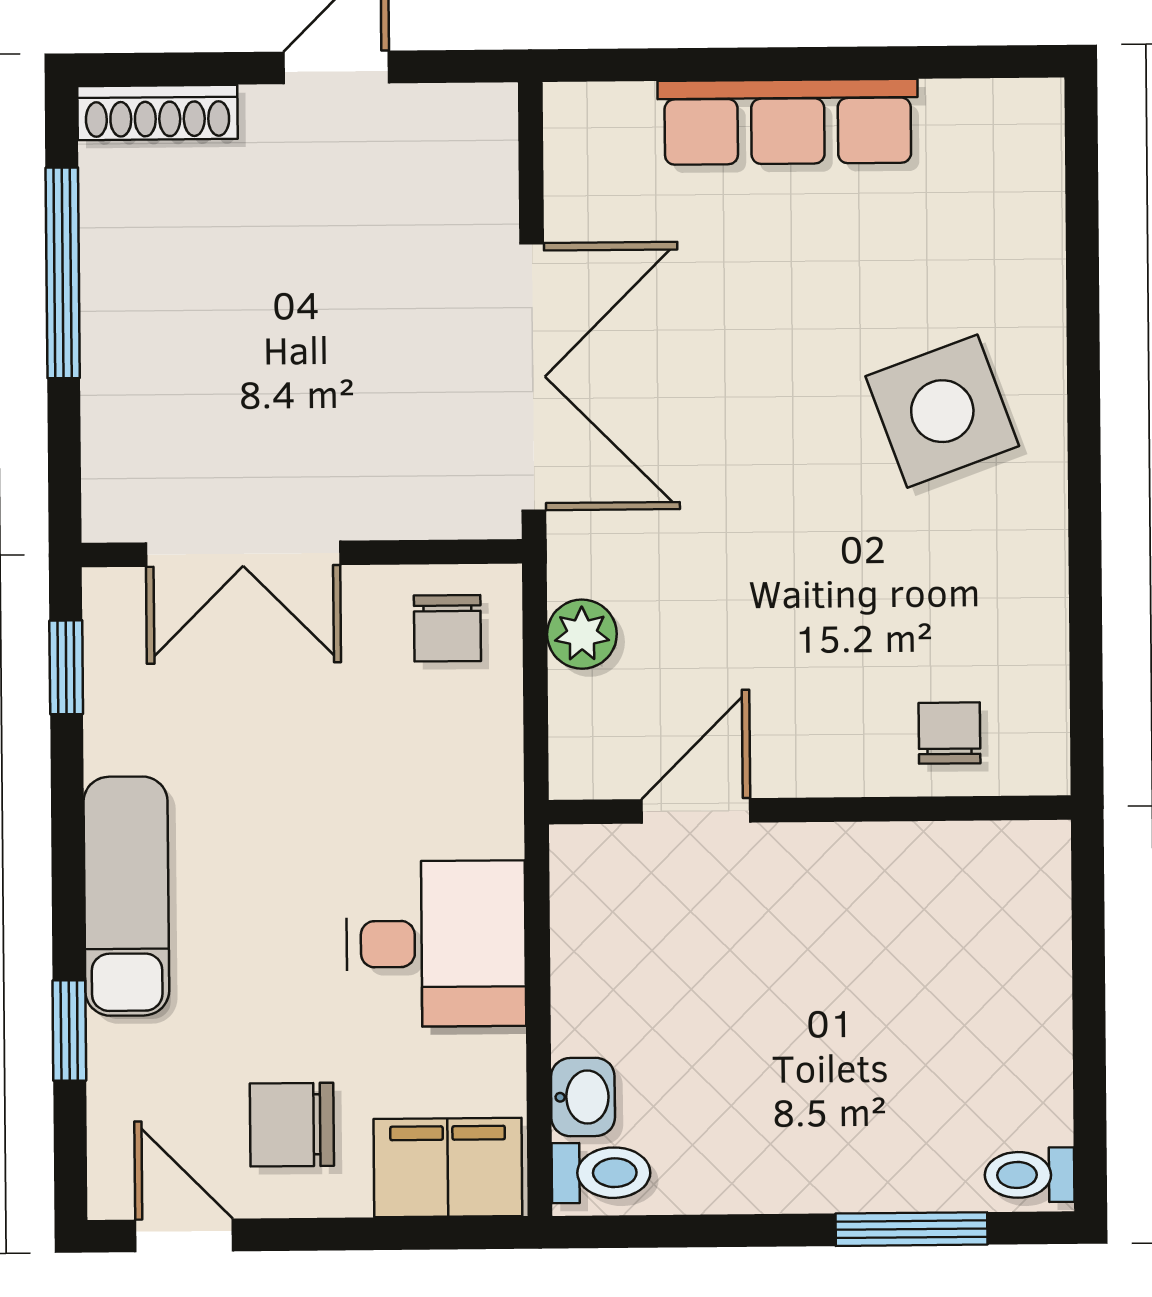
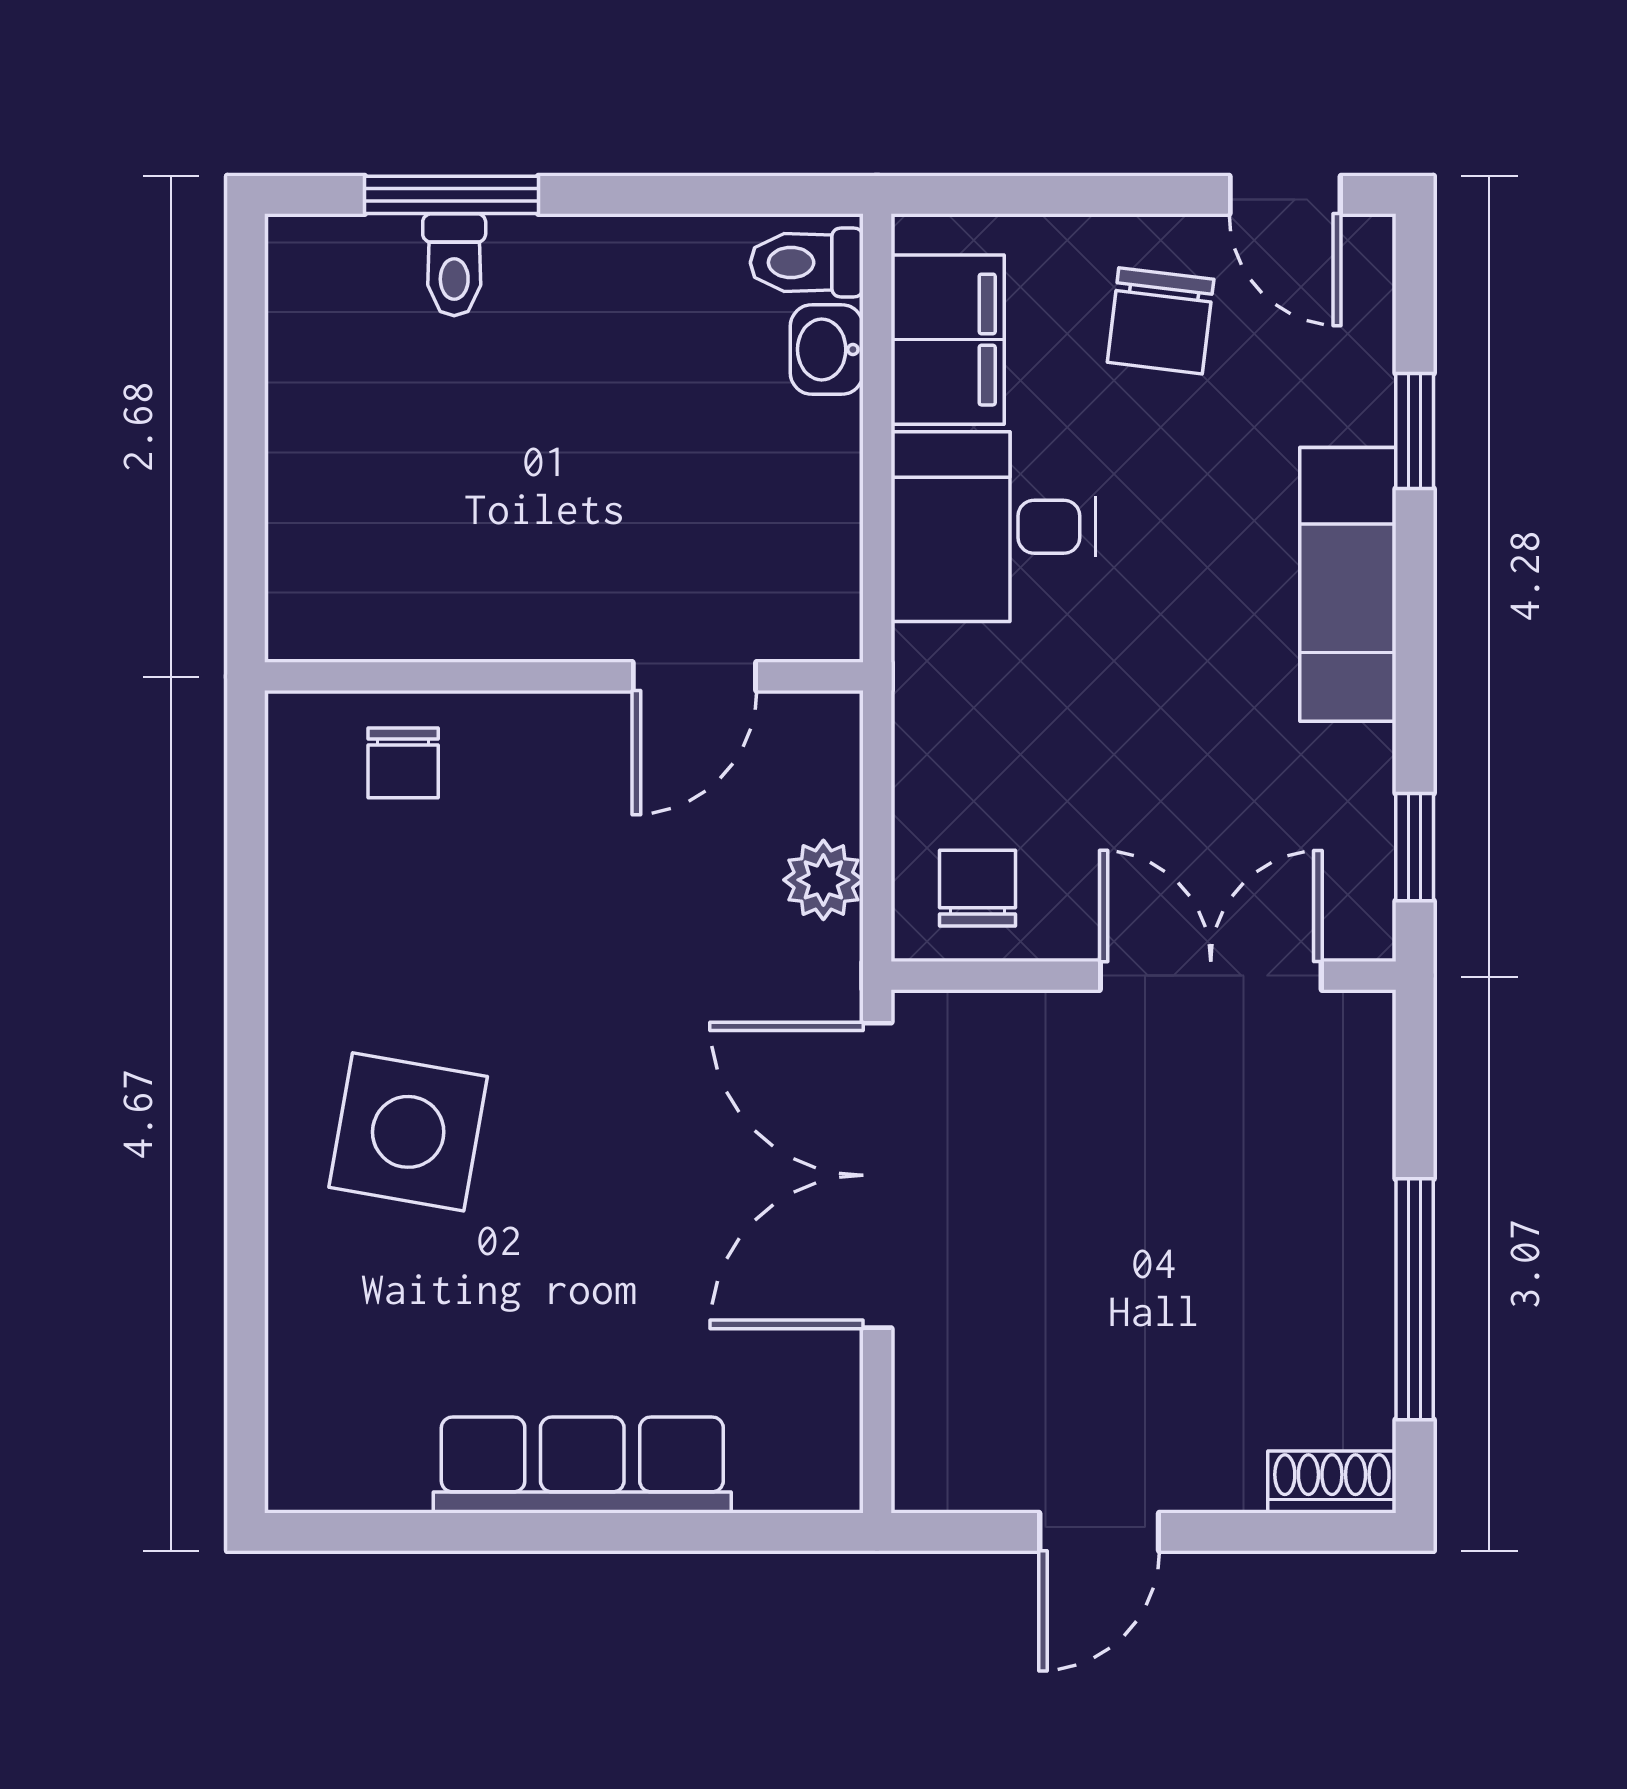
shoe rack: (157, 112) -> (1332, 1482), width x0.70
side table: (942, 411) -> (408, 1132), turned 30
chair: (292, 1125) -> (1161, 321), turned 97
filing cabinet: (448, 1168) -> (948, 340), moved, turned -90
toilet: (1029, 1175) -> (454, 265), moved, turned 90

